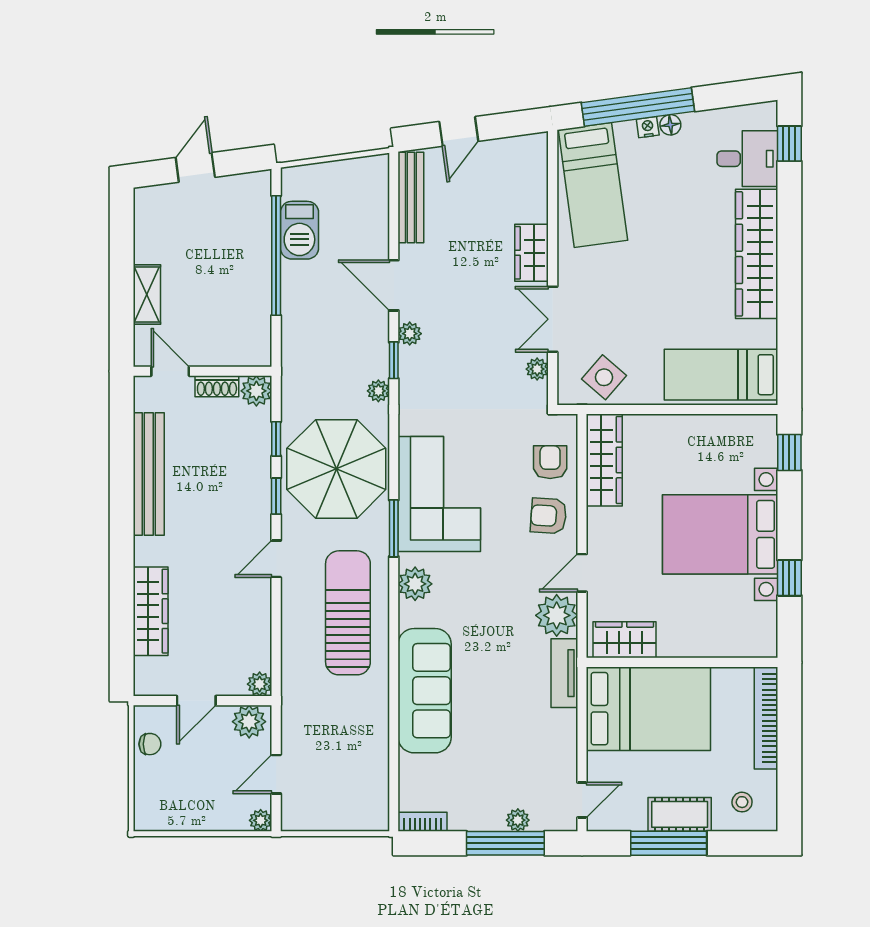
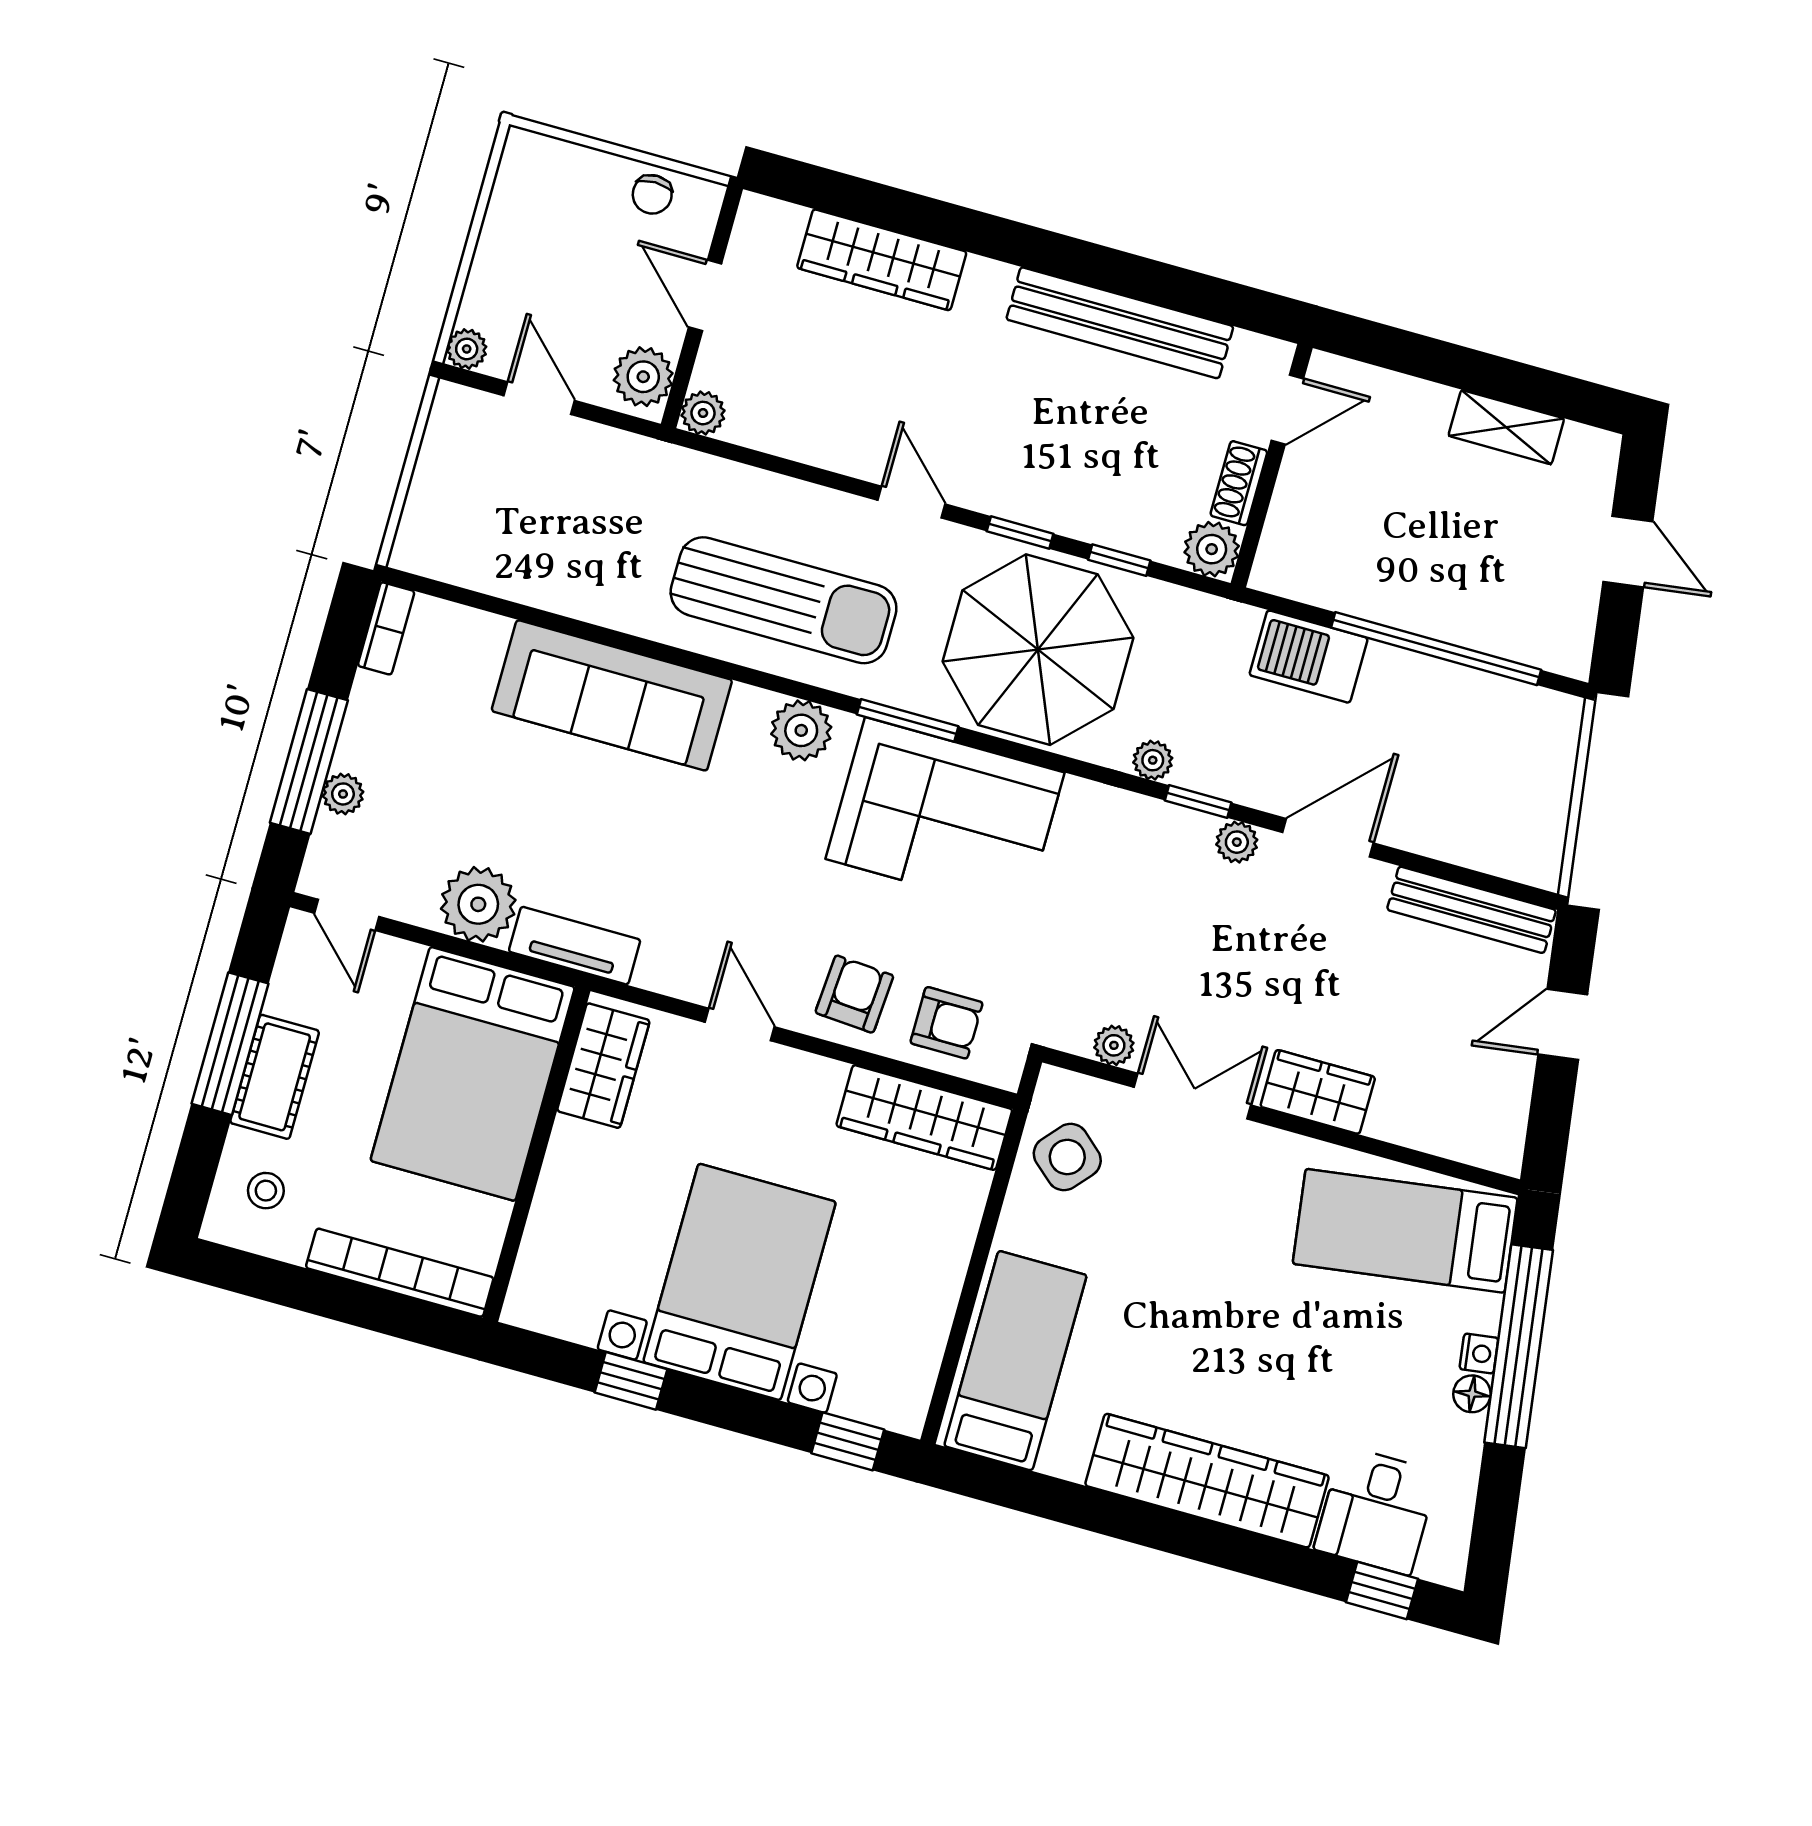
door: (459, 131) -> (1563, 1025), hinge flipped
barbecue: (299, 230) -> (1309, 657), moved
shelving: (147, 295) -> (1506, 427), moved
plant: (557, 615) -> (478, 904), moved

